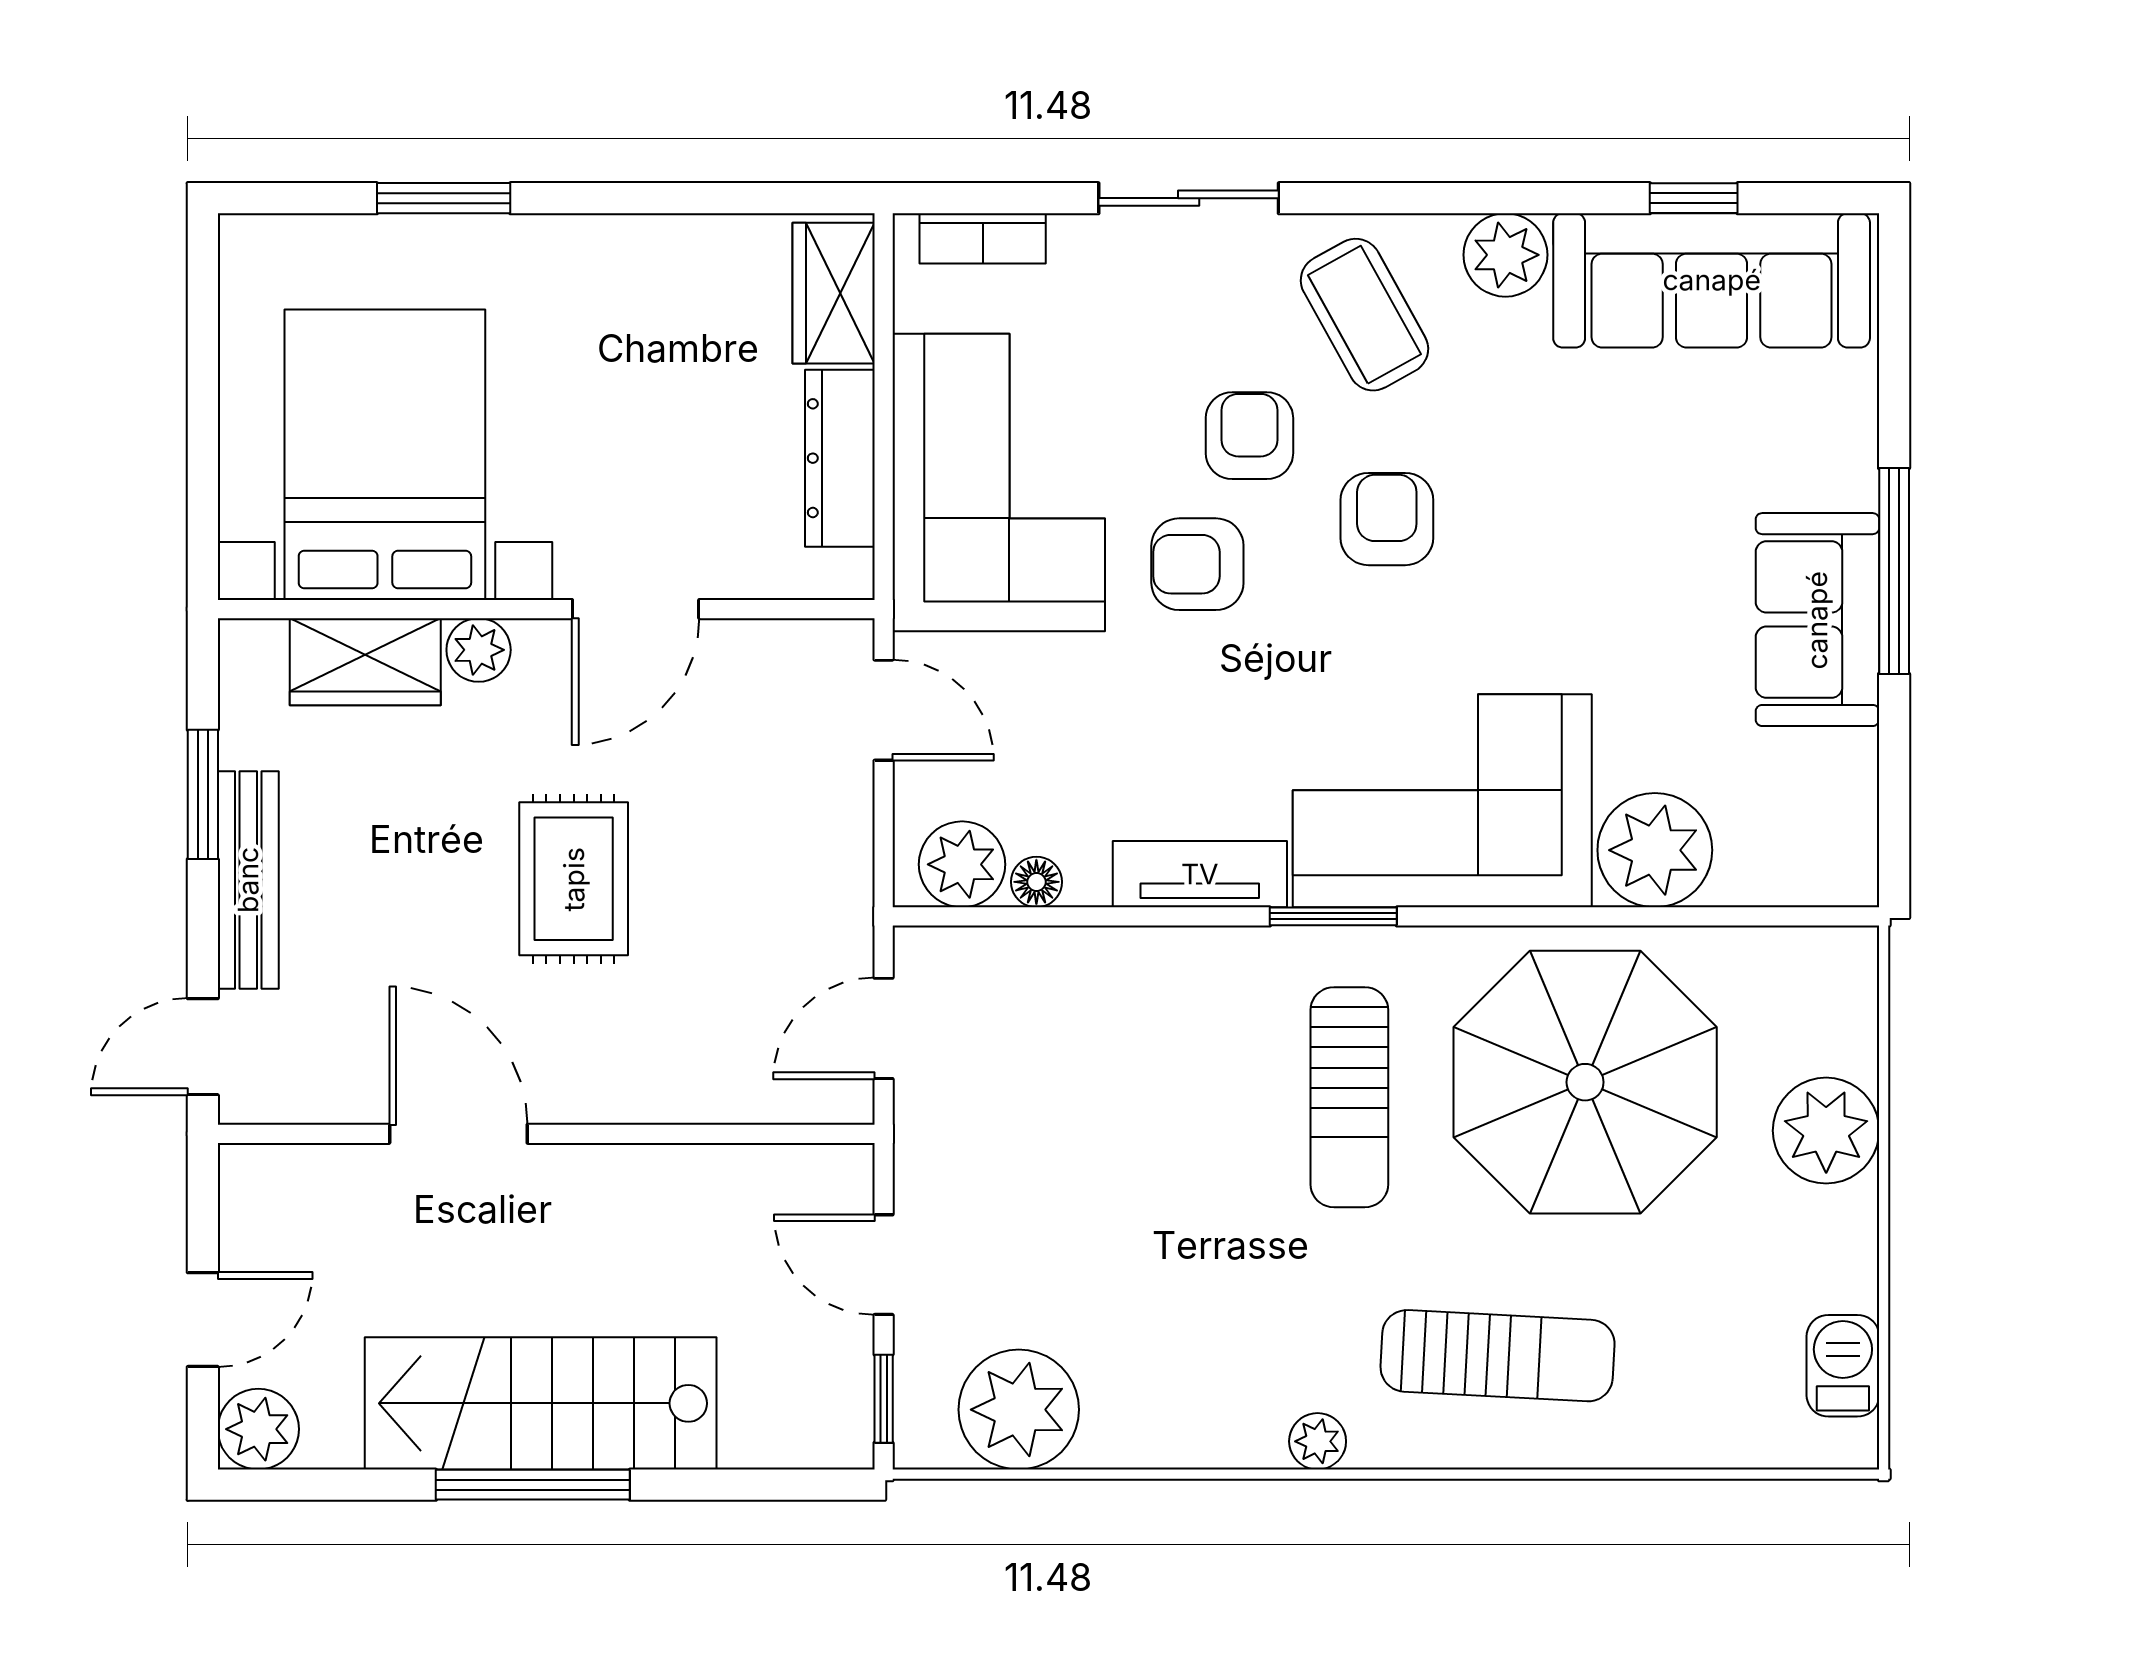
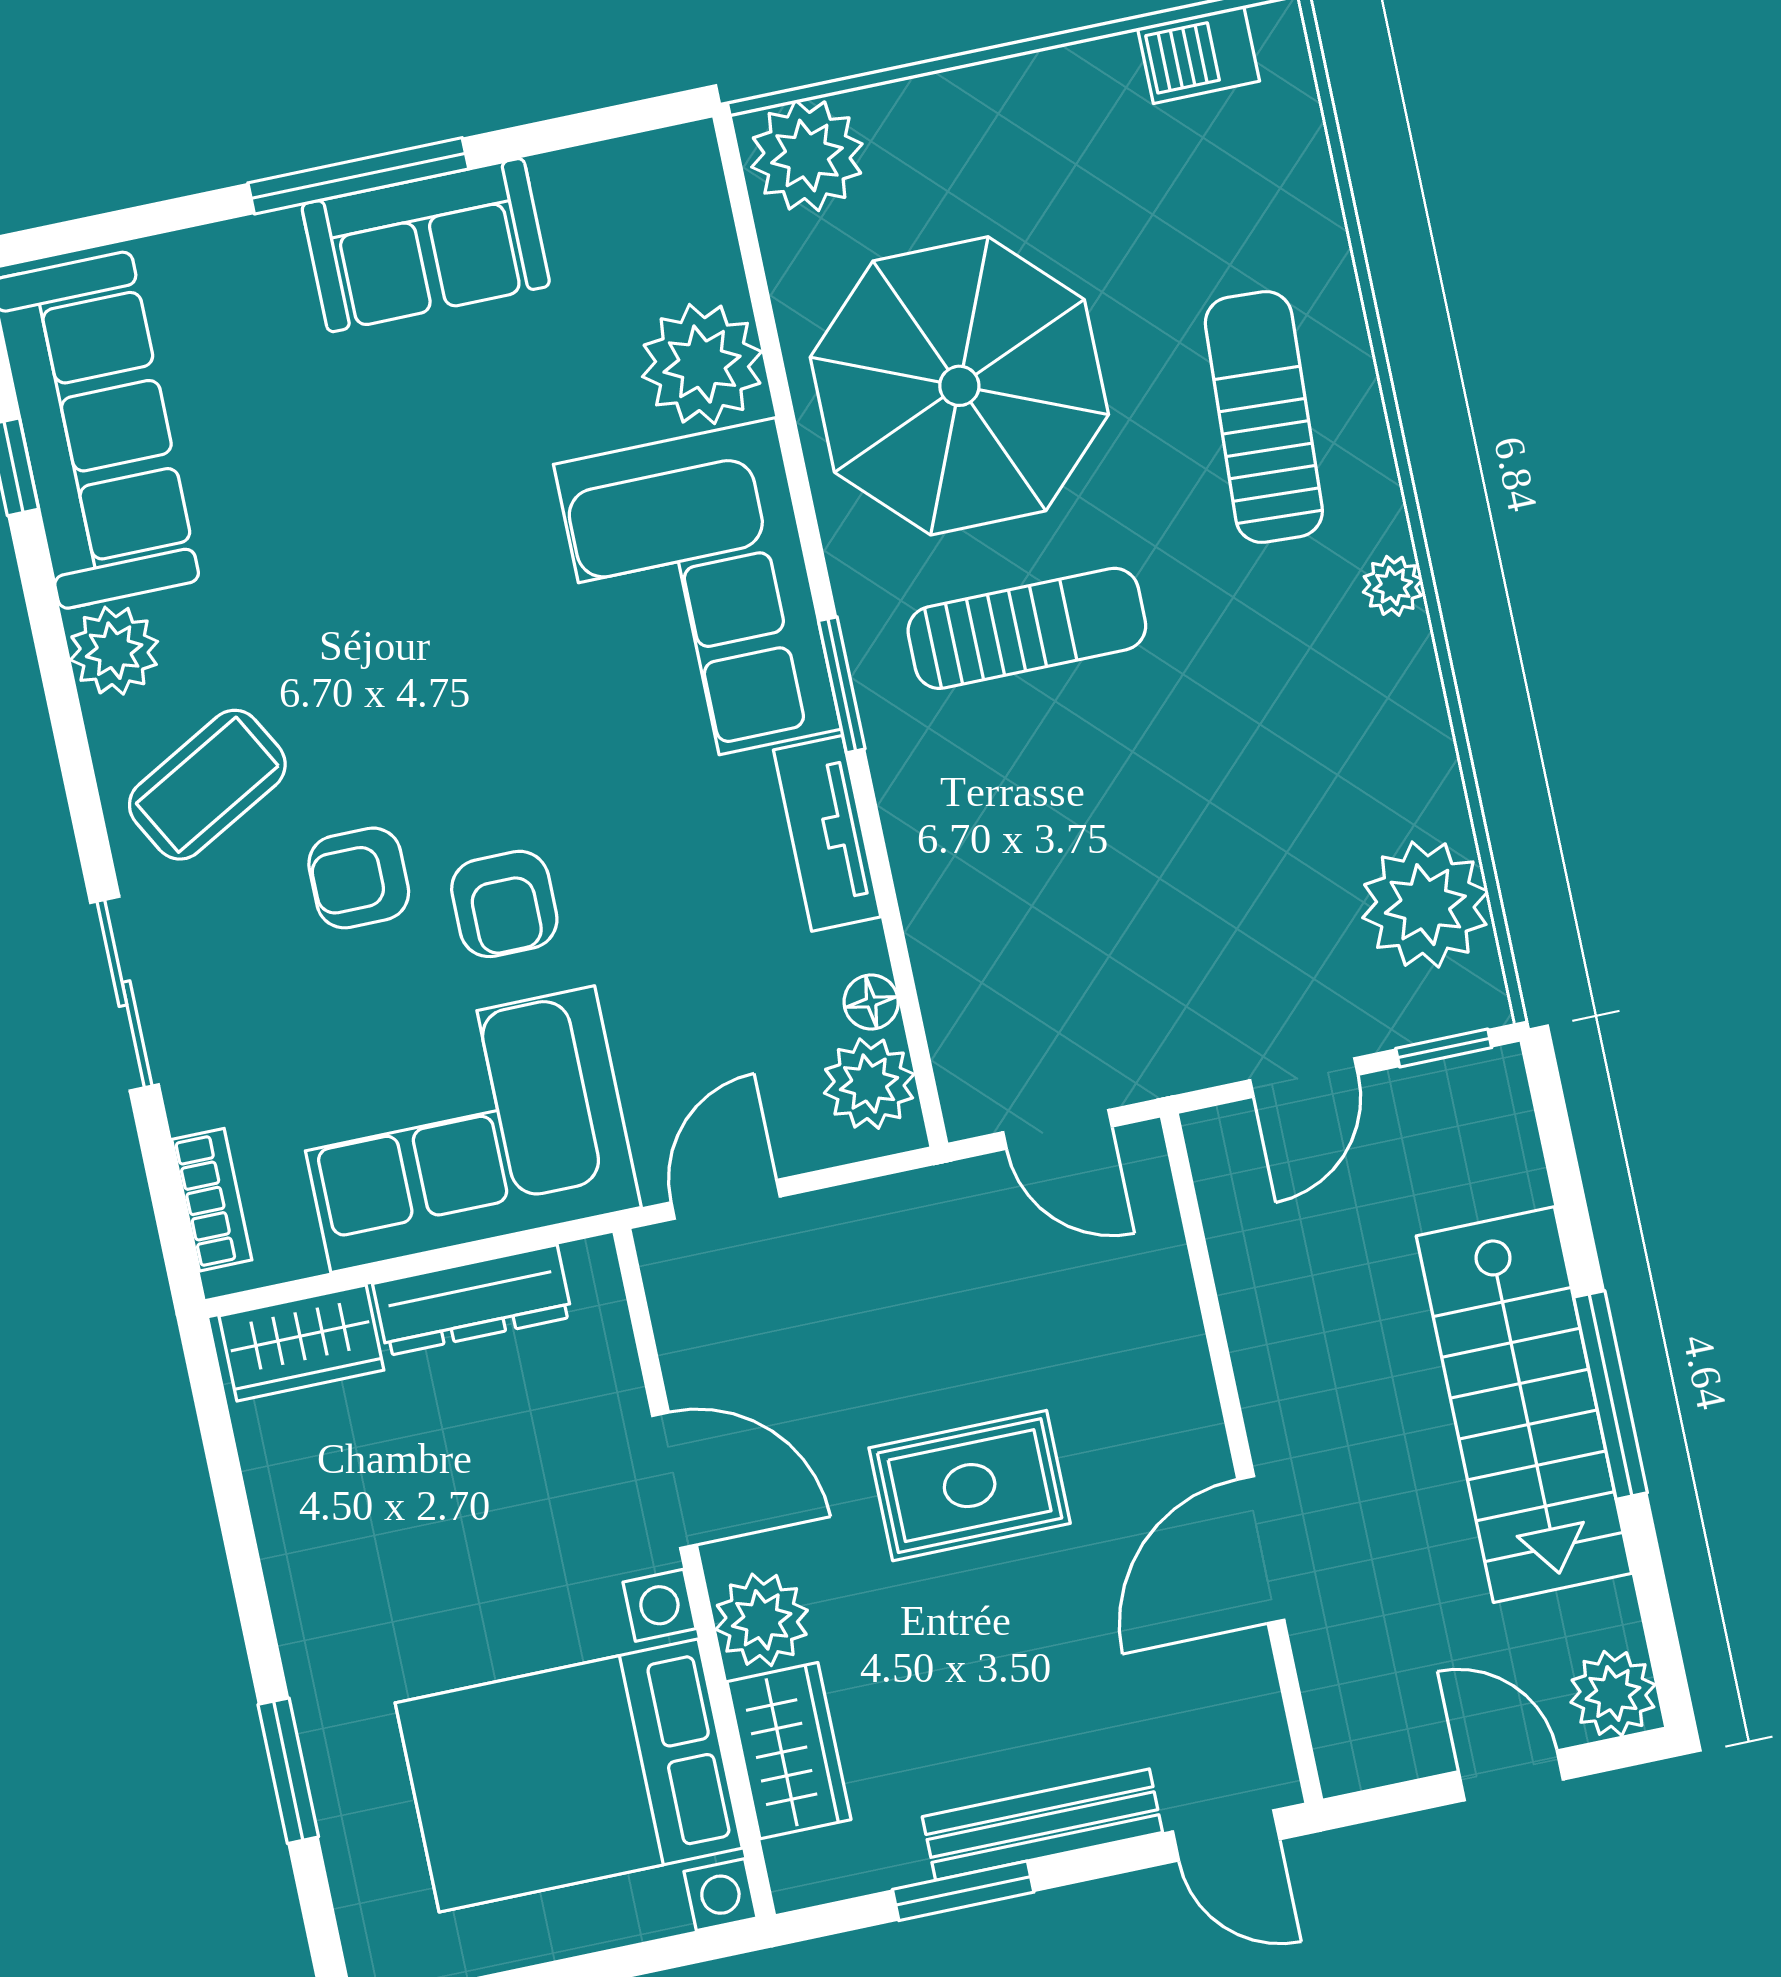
armchair: (1387, 519) -> (416, 716), removed
plant: (479, 650) -> (762, 1620), width x1.38, depth x1.38
plant: (1826, 1131) -> (807, 155), moved

